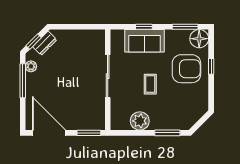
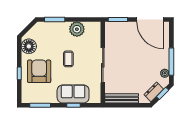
bench: (84, 35) -> (122, 98), added
floor lamp: (199, 39) -> (29, 46), moved
armchair: (186, 69) -> (39, 71), turned 90

